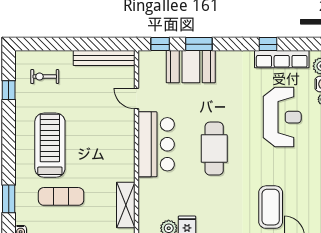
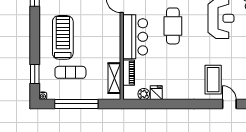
cafe table: (214, 149) -> (173, 26), moved
piano: (146, 197) -> (129, 73), added

